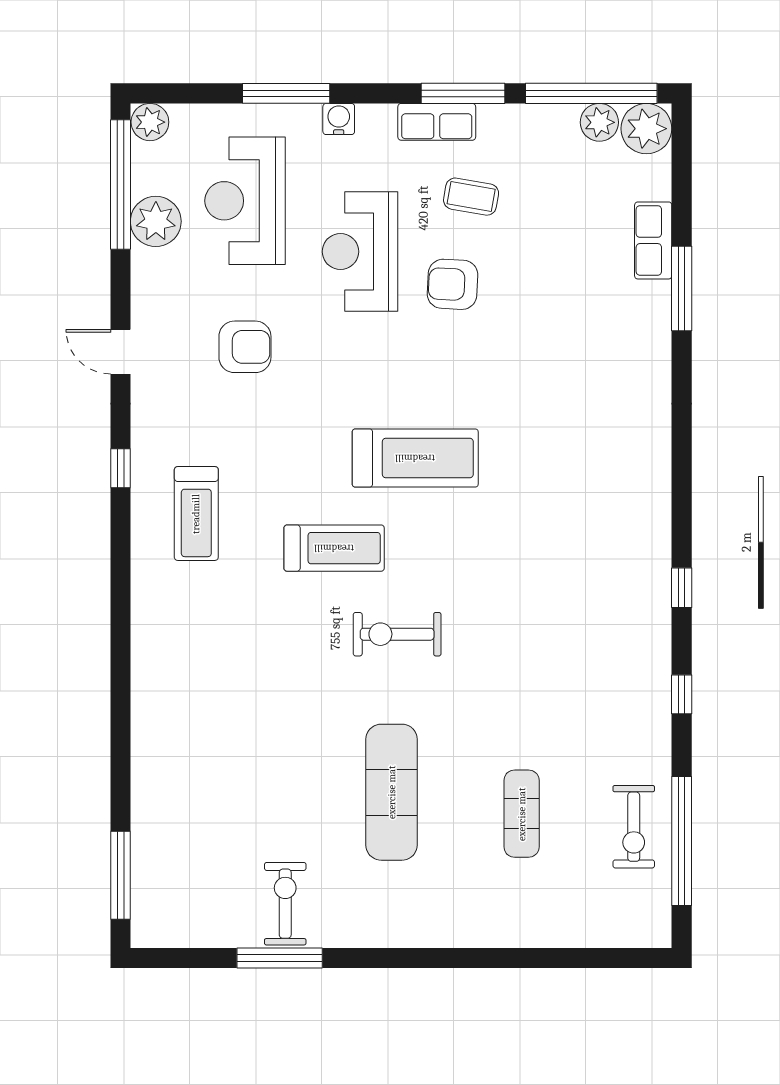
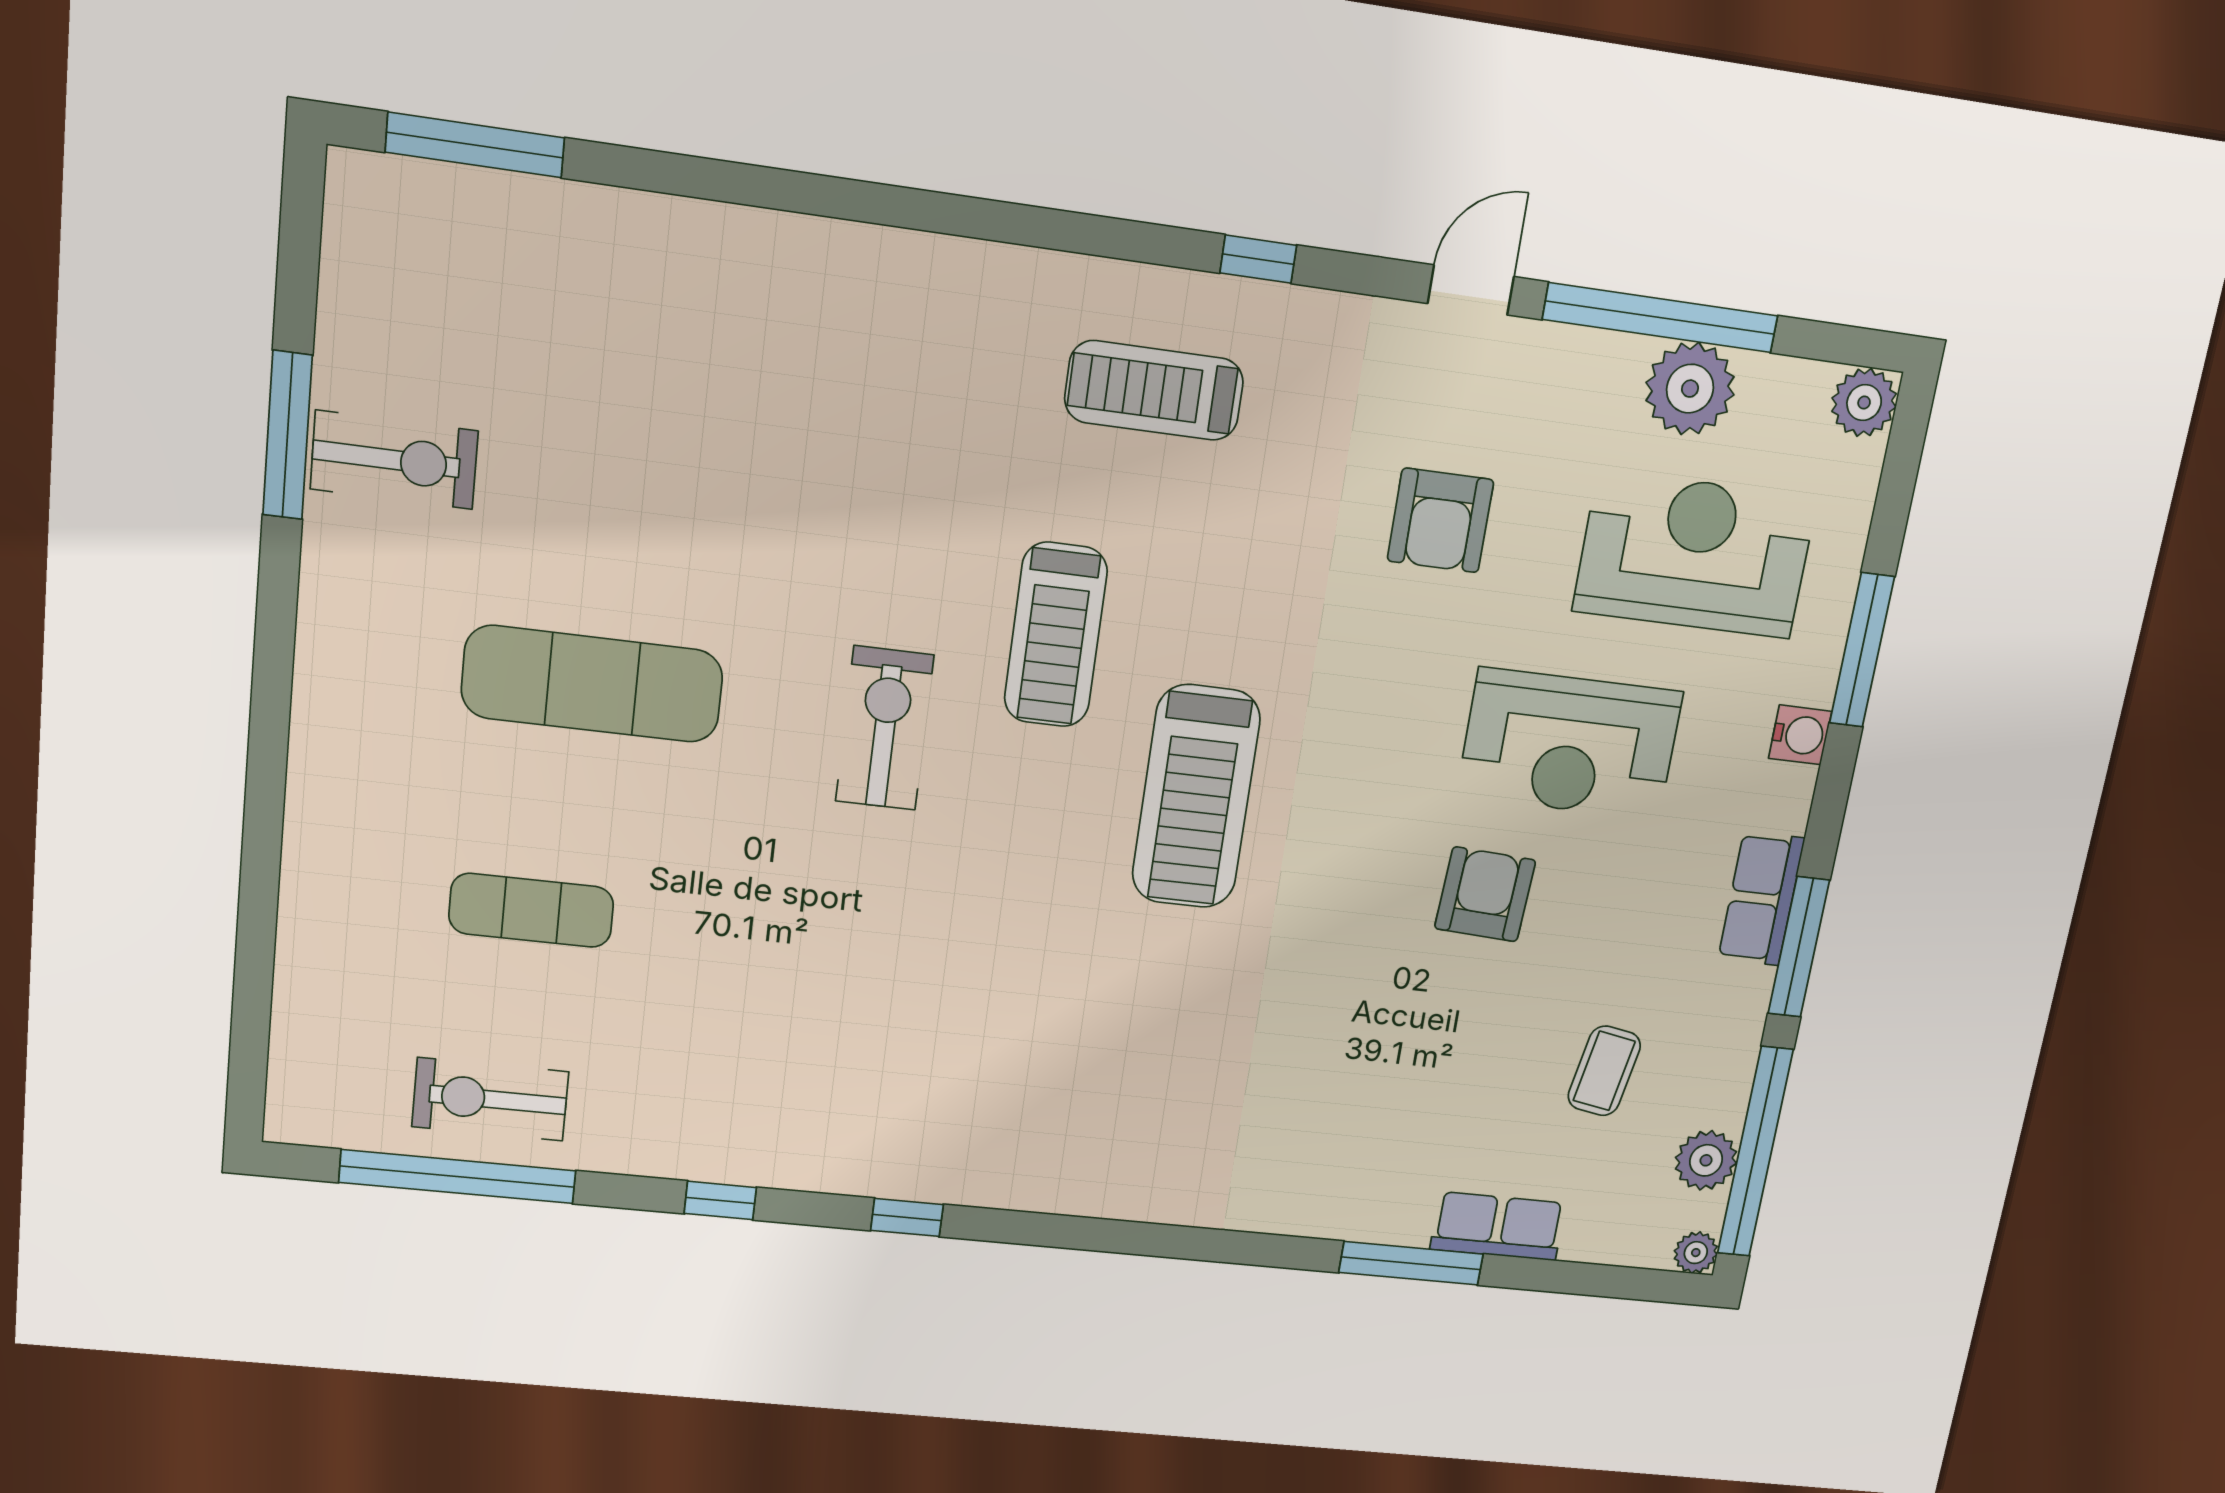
plant: (646, 129) -> (1696, 1253), width x0.53, depth x0.53
window: (121, 184) -> (1660, 318), moved
coffee table: (471, 197) -> (1604, 1071), moved
reception desk: (360, 252) -> (1570, 744), turned 180

